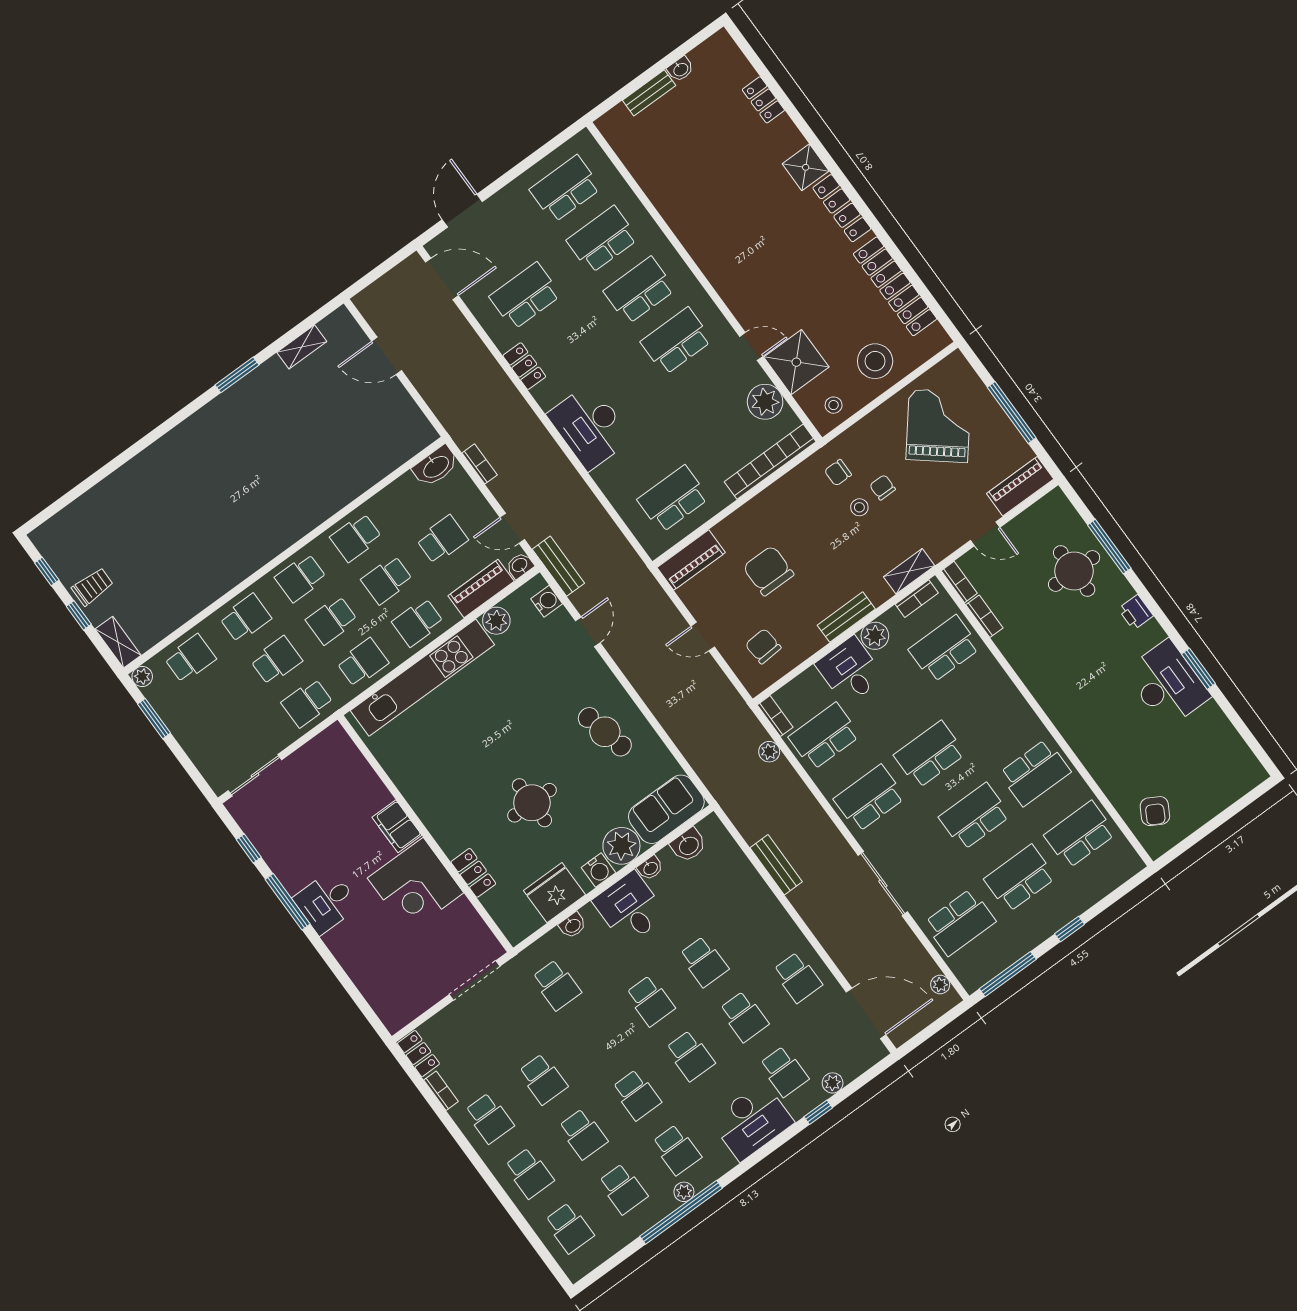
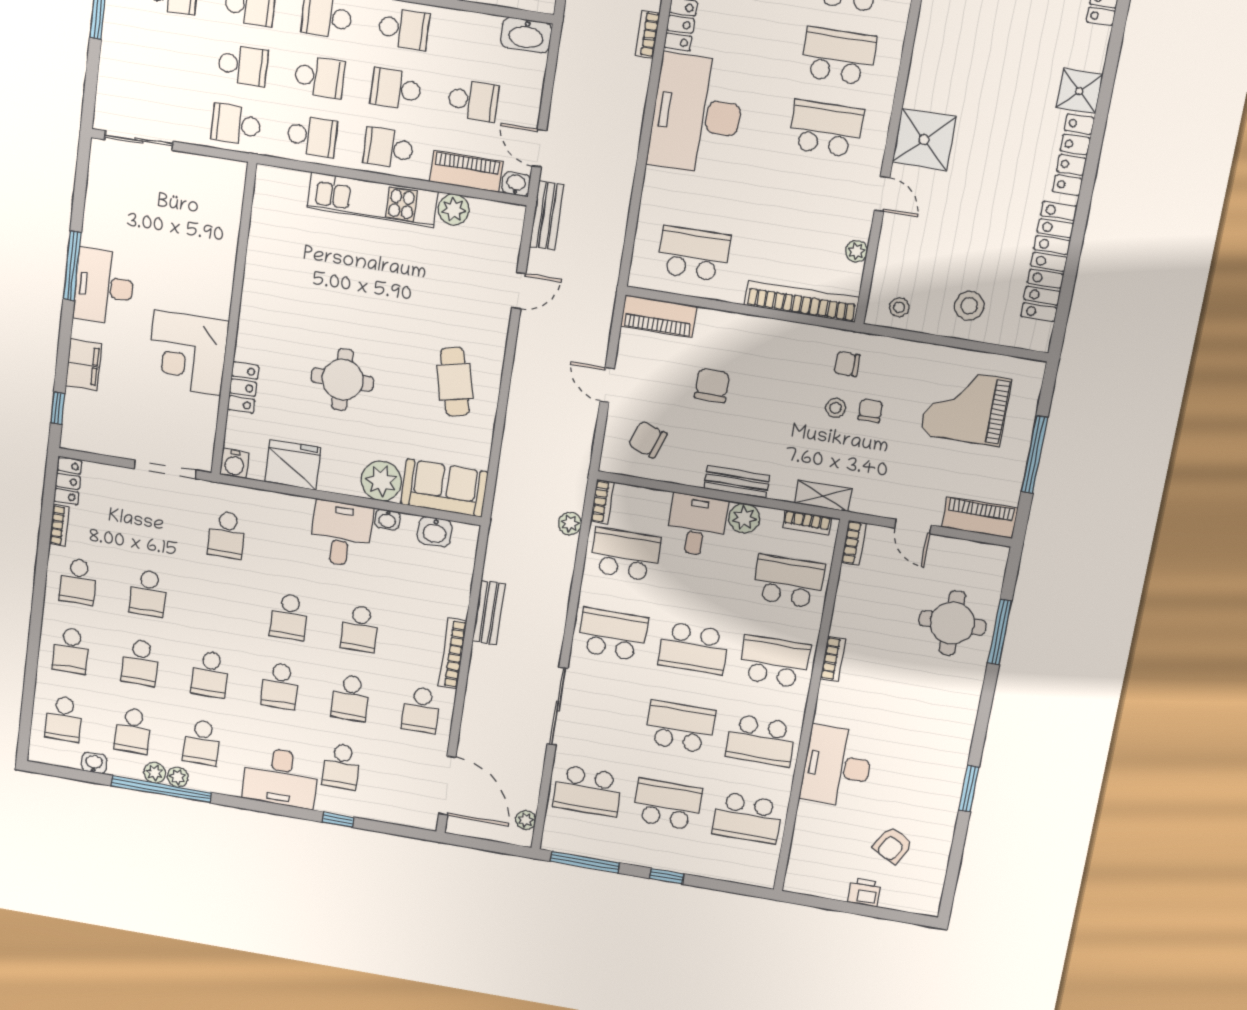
stool: (875, 361) -> (969, 306), width x0.73, depth x0.73
shower: (796, 362) -> (924, 139), moved
plant: (765, 402) -> (856, 251), width x0.53, depth x0.53
grand piano: (938, 426) -> (966, 407), turned -129
desk: (590, 427) -> (697, 114), width x1.36, depth x1.30
bookcase: (480, 464) -> (648, 34), moved, turned 180
school desk: (356, 538) -> (404, 29), turned 180
chair: (768, 571) -> (712, 385), width x0.73, depth x0.73
water cooler: (547, 601) -> (510, 234), removed
printer: (1136, 612) -> (864, 892), moved, turned 90
bookcase: (984, 616) -> (833, 659), moved
school desk: (332, 620) -> (319, 77), turned 180
chair: (763, 646) -> (648, 439), turned -66
kitchen unit: (422, 678) -> (372, 200), width x0.73
desk: (1167, 684) -> (837, 766), moved, turned 180
school desk: (990, 711) -> (774, 661), added
school desk: (930, 754) -> (693, 648), turned 180
armchair: (1155, 811) -> (893, 845), moved
filing cabinet: (397, 826) -> (84, 365), moved, turned 180
school desk: (1080, 835) -> (747, 818), turned 180
window: (249, 848) -> (58, 408), moved
water cooler: (598, 870) -> (235, 463), moved
desk: (326, 902) -> (104, 287), width x1.37
bookcase: (781, 917) -> (453, 654), added
washbasin: (573, 925) -> (94, 763), moved, turned 180
plant: (833, 1083) -> (155, 773), moved

